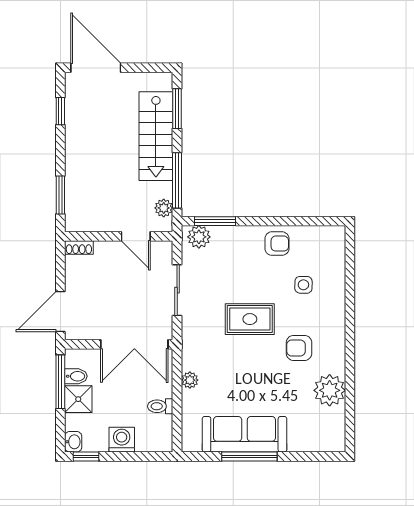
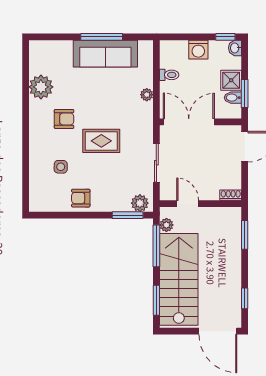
stairs: (156, 136) -> (179, 279), width x1.36, depth x1.51
window: (60, 382) -> (245, 93), width x0.69

